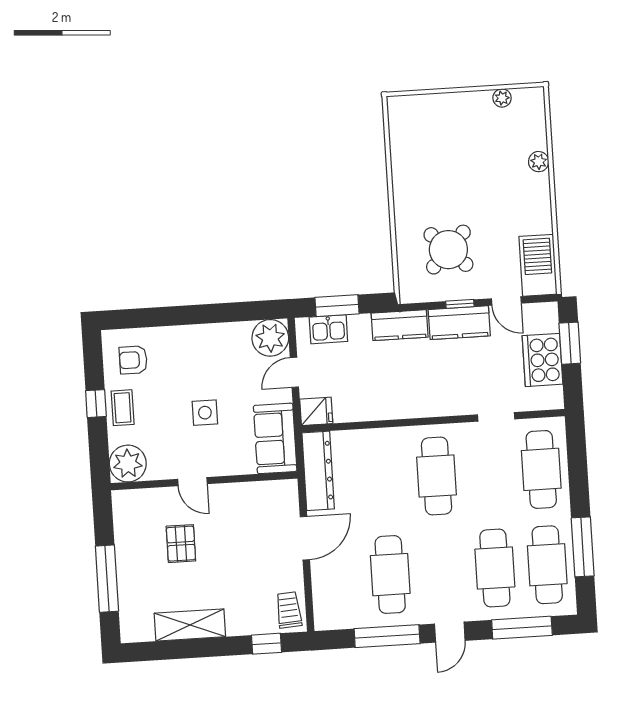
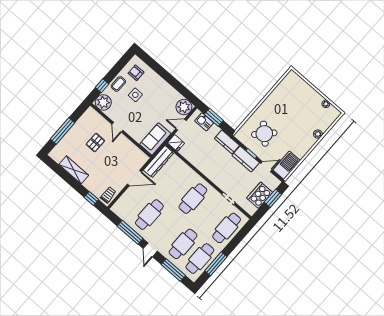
door: (506, 301) -> (266, 167), swing flipped
window: (96, 404) -> (102, 86), moved
side table: (205, 413) -> (135, 95), moved
door: (450, 632) -> (150, 250), hinge flipped

